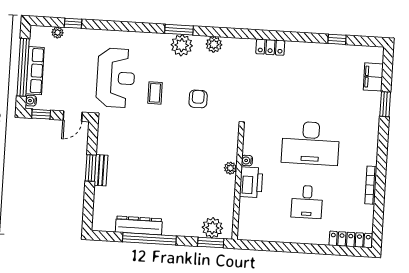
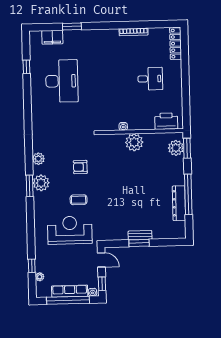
locker: (270, 47) -> (37, 116), removed
desk: (311, 143) -> (62, 81), moved
plant: (230, 168) -> (134, 142), width x1.87, depth x1.87
printer: (251, 182) -> (166, 121), moved

